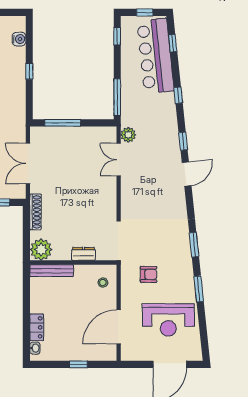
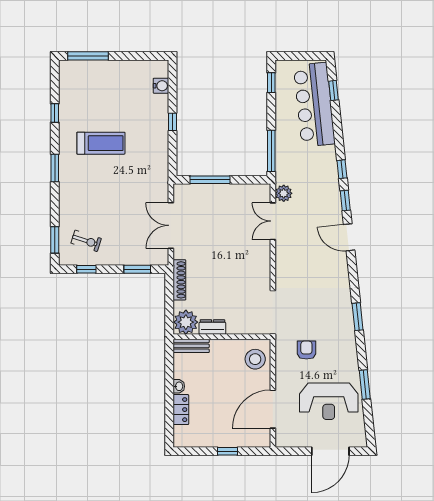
window: (145, 12) -> (302, 56), removed
window: (178, 95) -> (342, 169), moved
door: (187, 174) -> (349, 237), swing flipped
dresser: (83, 254) -> (212, 327), moved
bench: (52, 271) -> (191, 346), width x0.73
armchair: (149, 274) -> (306, 350), turned -90
stool: (103, 282) -> (255, 359), width x1.89, depth x1.89
window: (199, 289) -> (365, 384), moved
washbasin: (35, 348) -> (179, 386), moved

